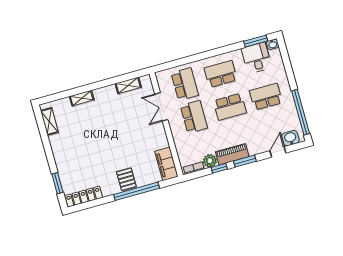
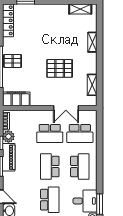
double door: (161, 107) -> (66, 108), swing flipped
pallet: (120, 126) -> (60, 68), added

